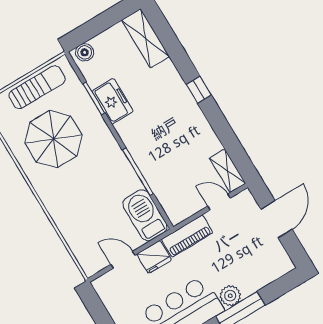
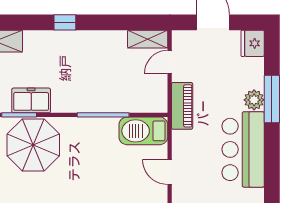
parasol: (53, 139) -> (33, 145), moved
fridge: (154, 257) -> (253, 43), moved, turned 180
door: (123, 260) -> (170, 172), hinge flipped

